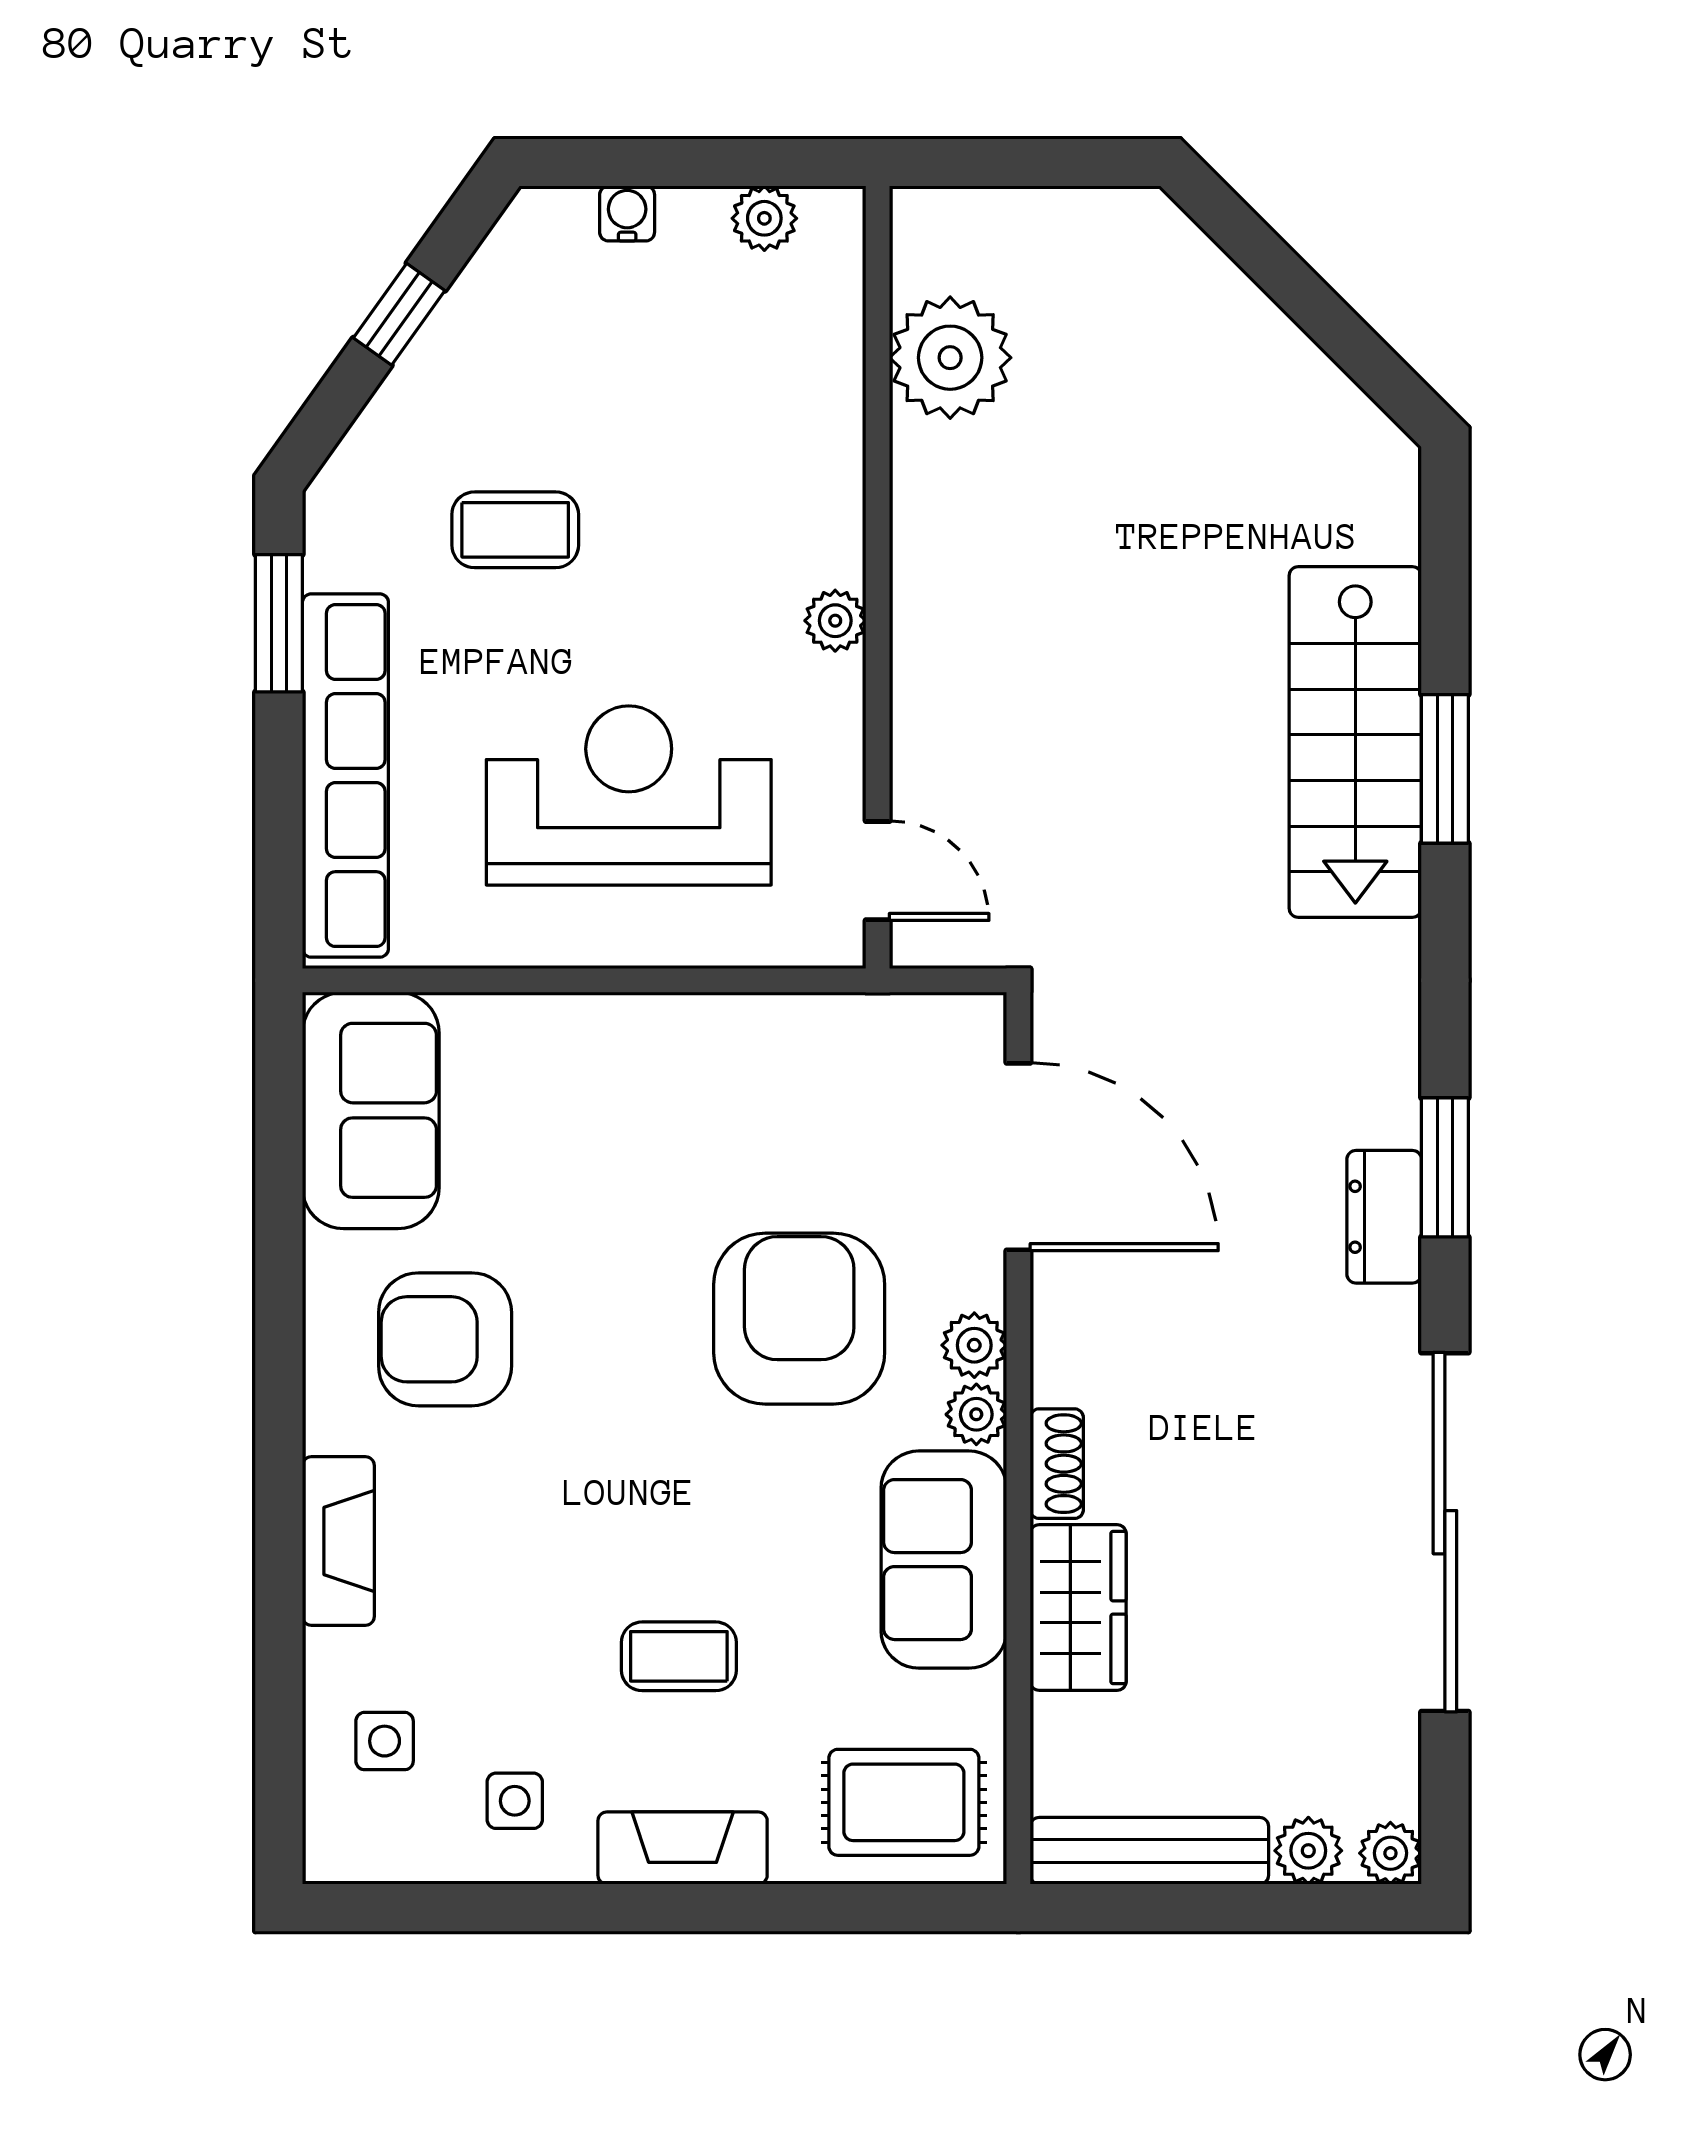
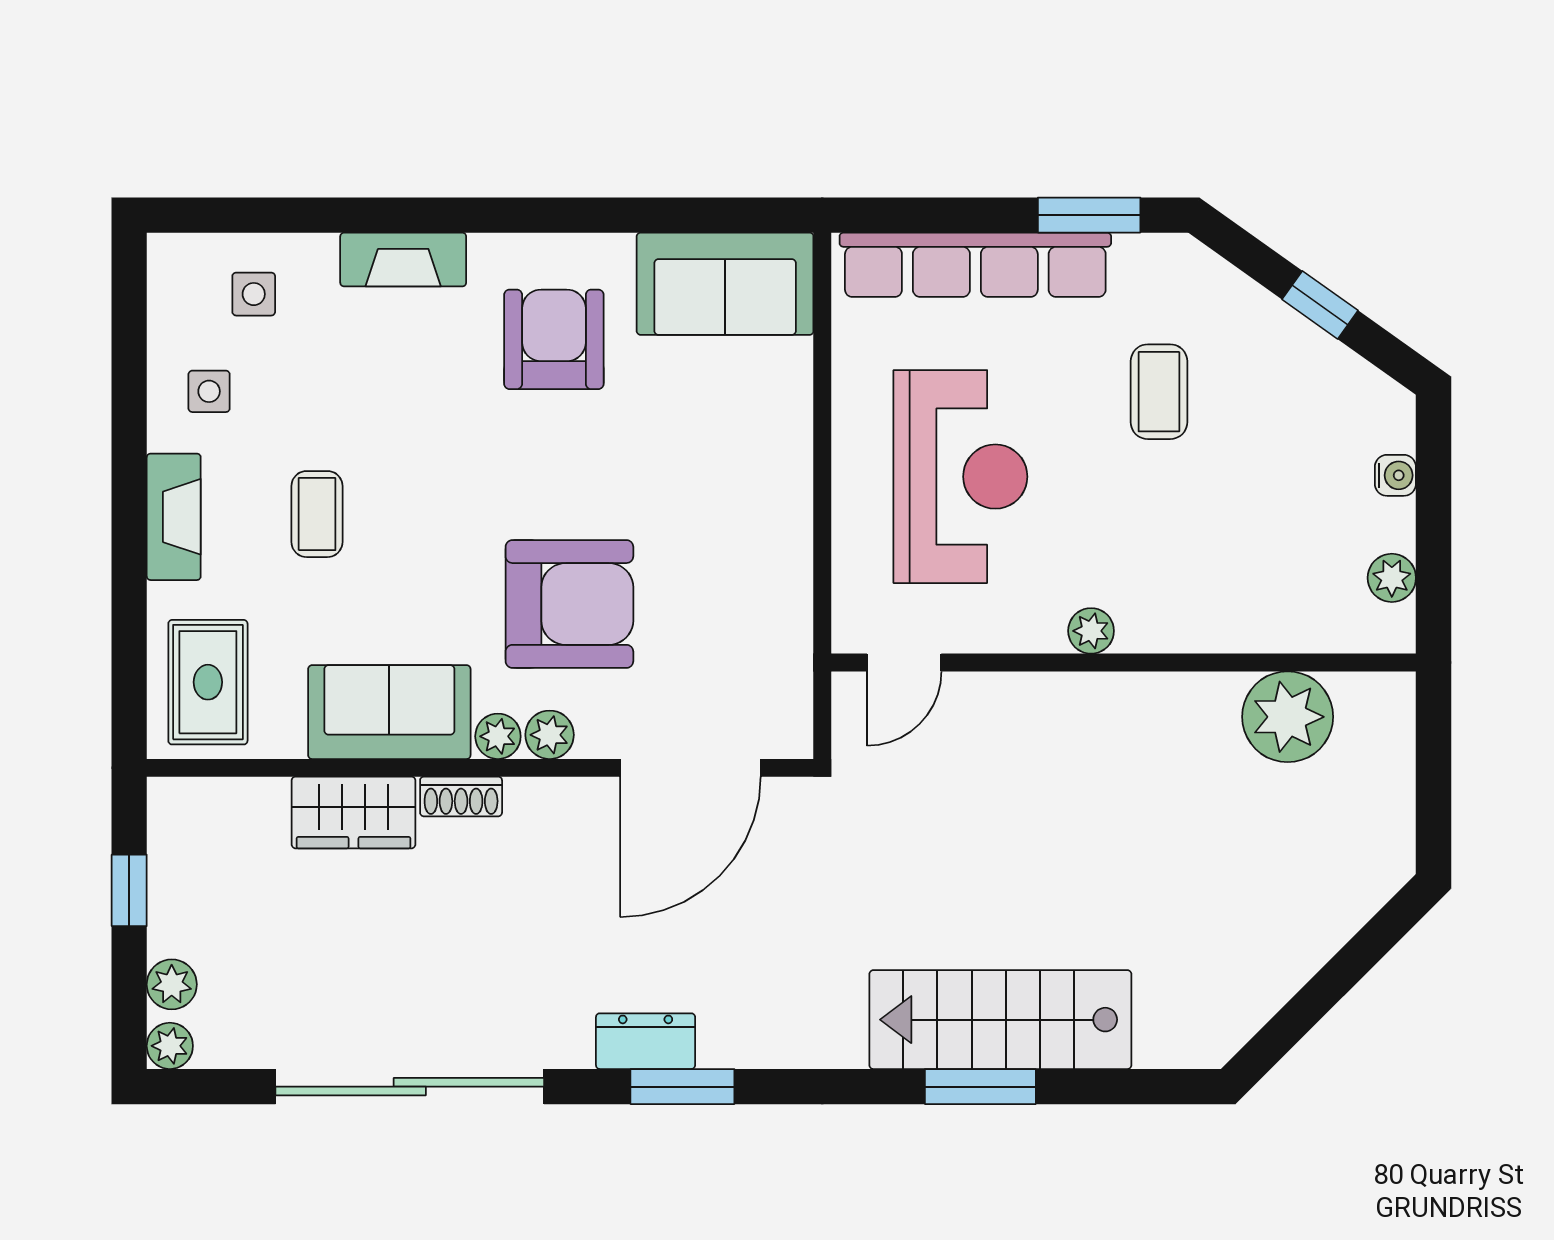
bench: (1149, 1851) -> (172, 866), removed
window: (1182, 1908) -> (129, 890), added

